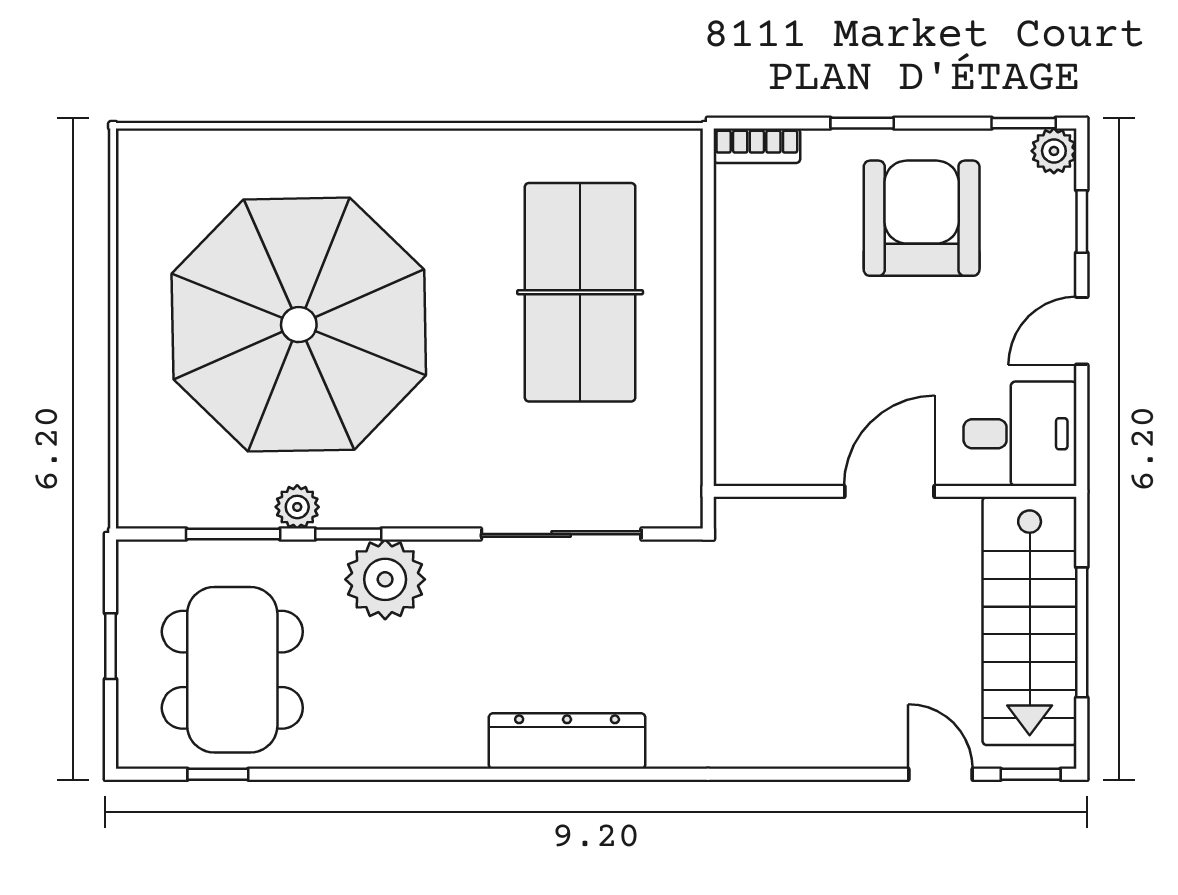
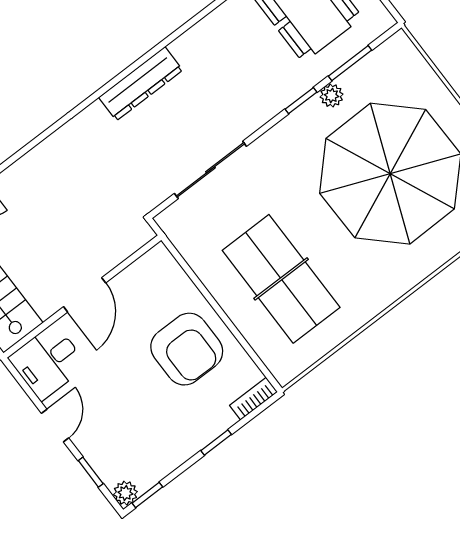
armchair: (922, 218) -> (187, 349), moved
plant: (385, 579) -> (271, 93), removed

